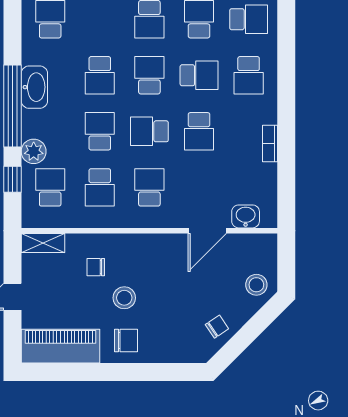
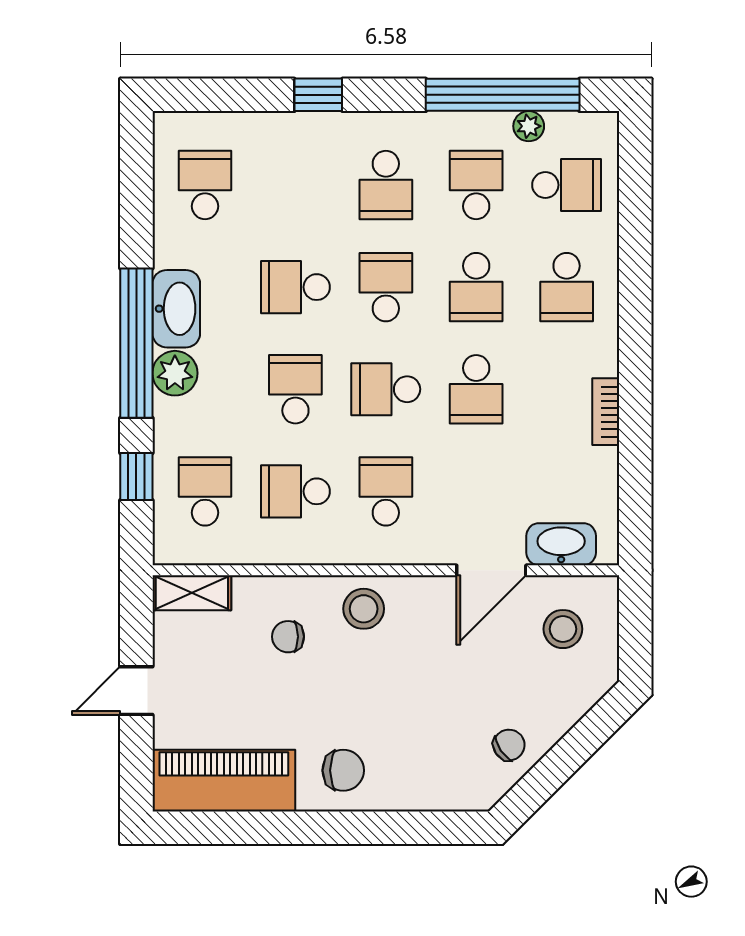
school desk: (100, 75) -> (295, 287), turned 90
school desk: (199, 75) -> (476, 287), turned 90
plant: (34, 151) -> (175, 373), moved
school desk: (100, 187) -> (295, 491), turned 90
washbasin: (246, 216) -> (561, 544), width x1.38
stool: (256, 285) -> (563, 629), moved
stool: (124, 298) -> (364, 609), moved

